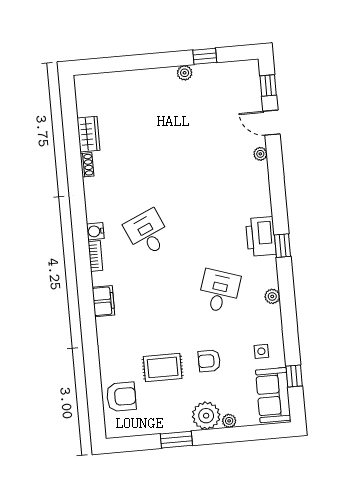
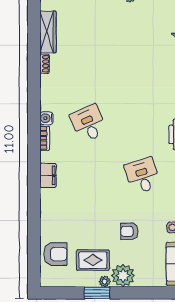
wardrobe: (88, 134) -> (48, 32), width x1.50
desk: (219, 291) -> (142, 176), turned -36
rug: (163, 367) -> (93, 260), moved
plant: (229, 421) -> (105, 281), moved

